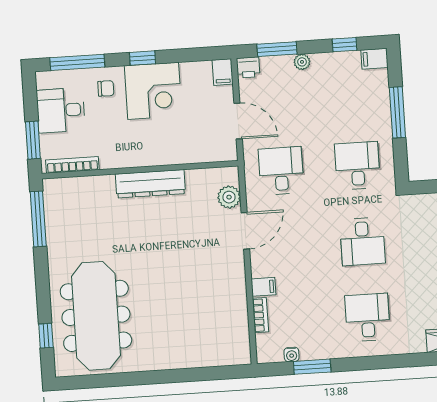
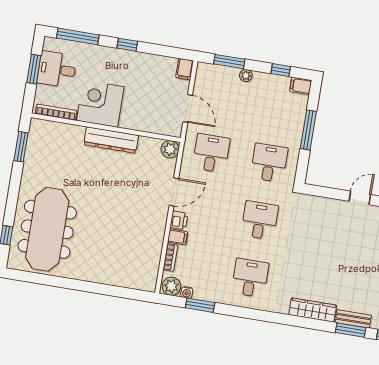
printer: (248, 68) -> (179, 220), moved, turned -90
chair: (106, 88) -> (95, 61), removed
corner desk: (153, 91) -> (100, 104), moved, turned 180
window: (33, 140) -> (34, 69), moved
plant: (229, 197) -> (170, 149), moved
window: (38, 219) -> (21, 147), width x0.69
desk: (362, 241) -> (260, 220), turned 180
plant: (270, 351) -> (171, 286), added

